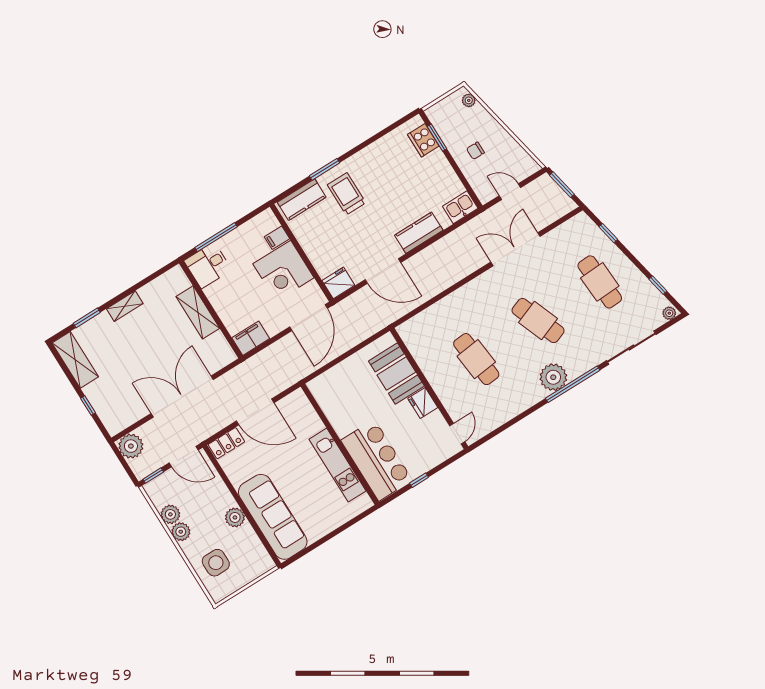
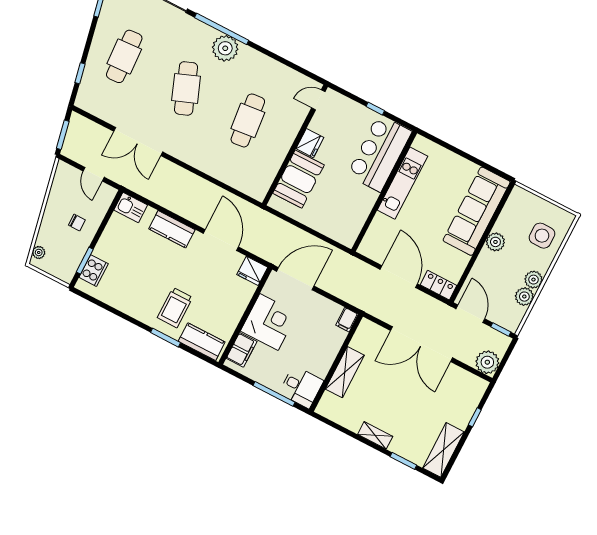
filing cabinet: (277, 238) -> (242, 350), width x2.00
filing cabinet: (251, 338) -> (347, 320), width x0.50

